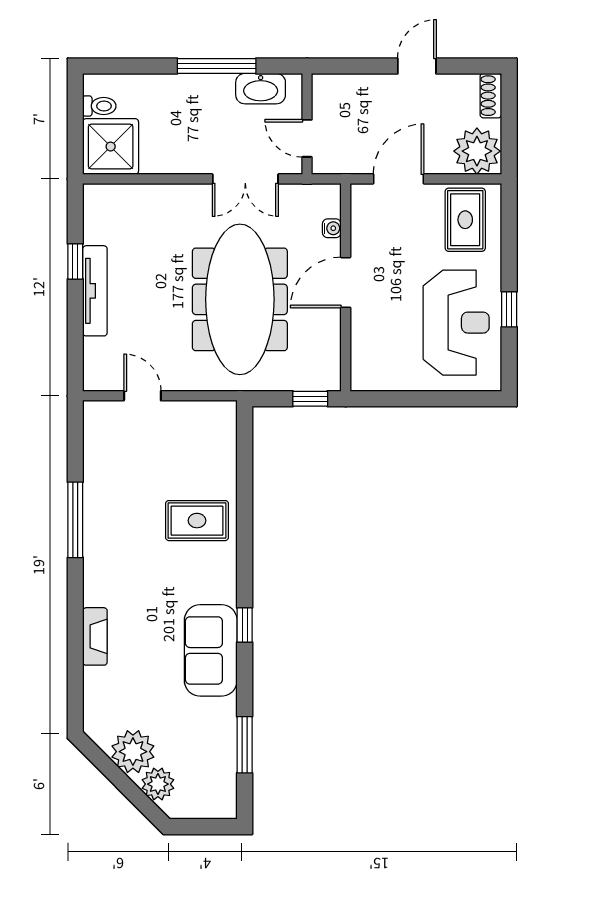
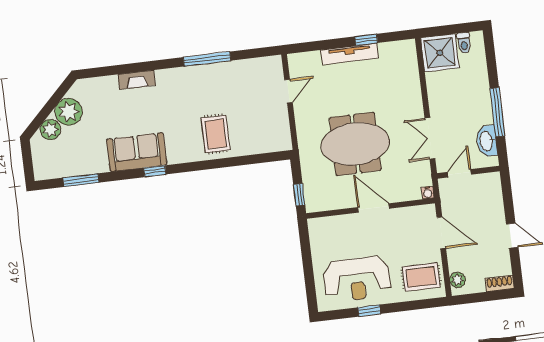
plant: (477, 151) -> (458, 280), width x0.53, depth x0.53
water cooler: (332, 228) -> (428, 193), moved
meeting table: (240, 299) -> (355, 144), width x0.73

